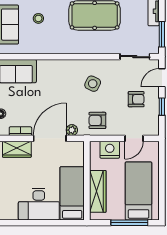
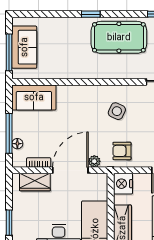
stool: (38, 18) -> (58, 41), removed
nightstand: (110, 150) -> (123, 184), moved, turned -90

